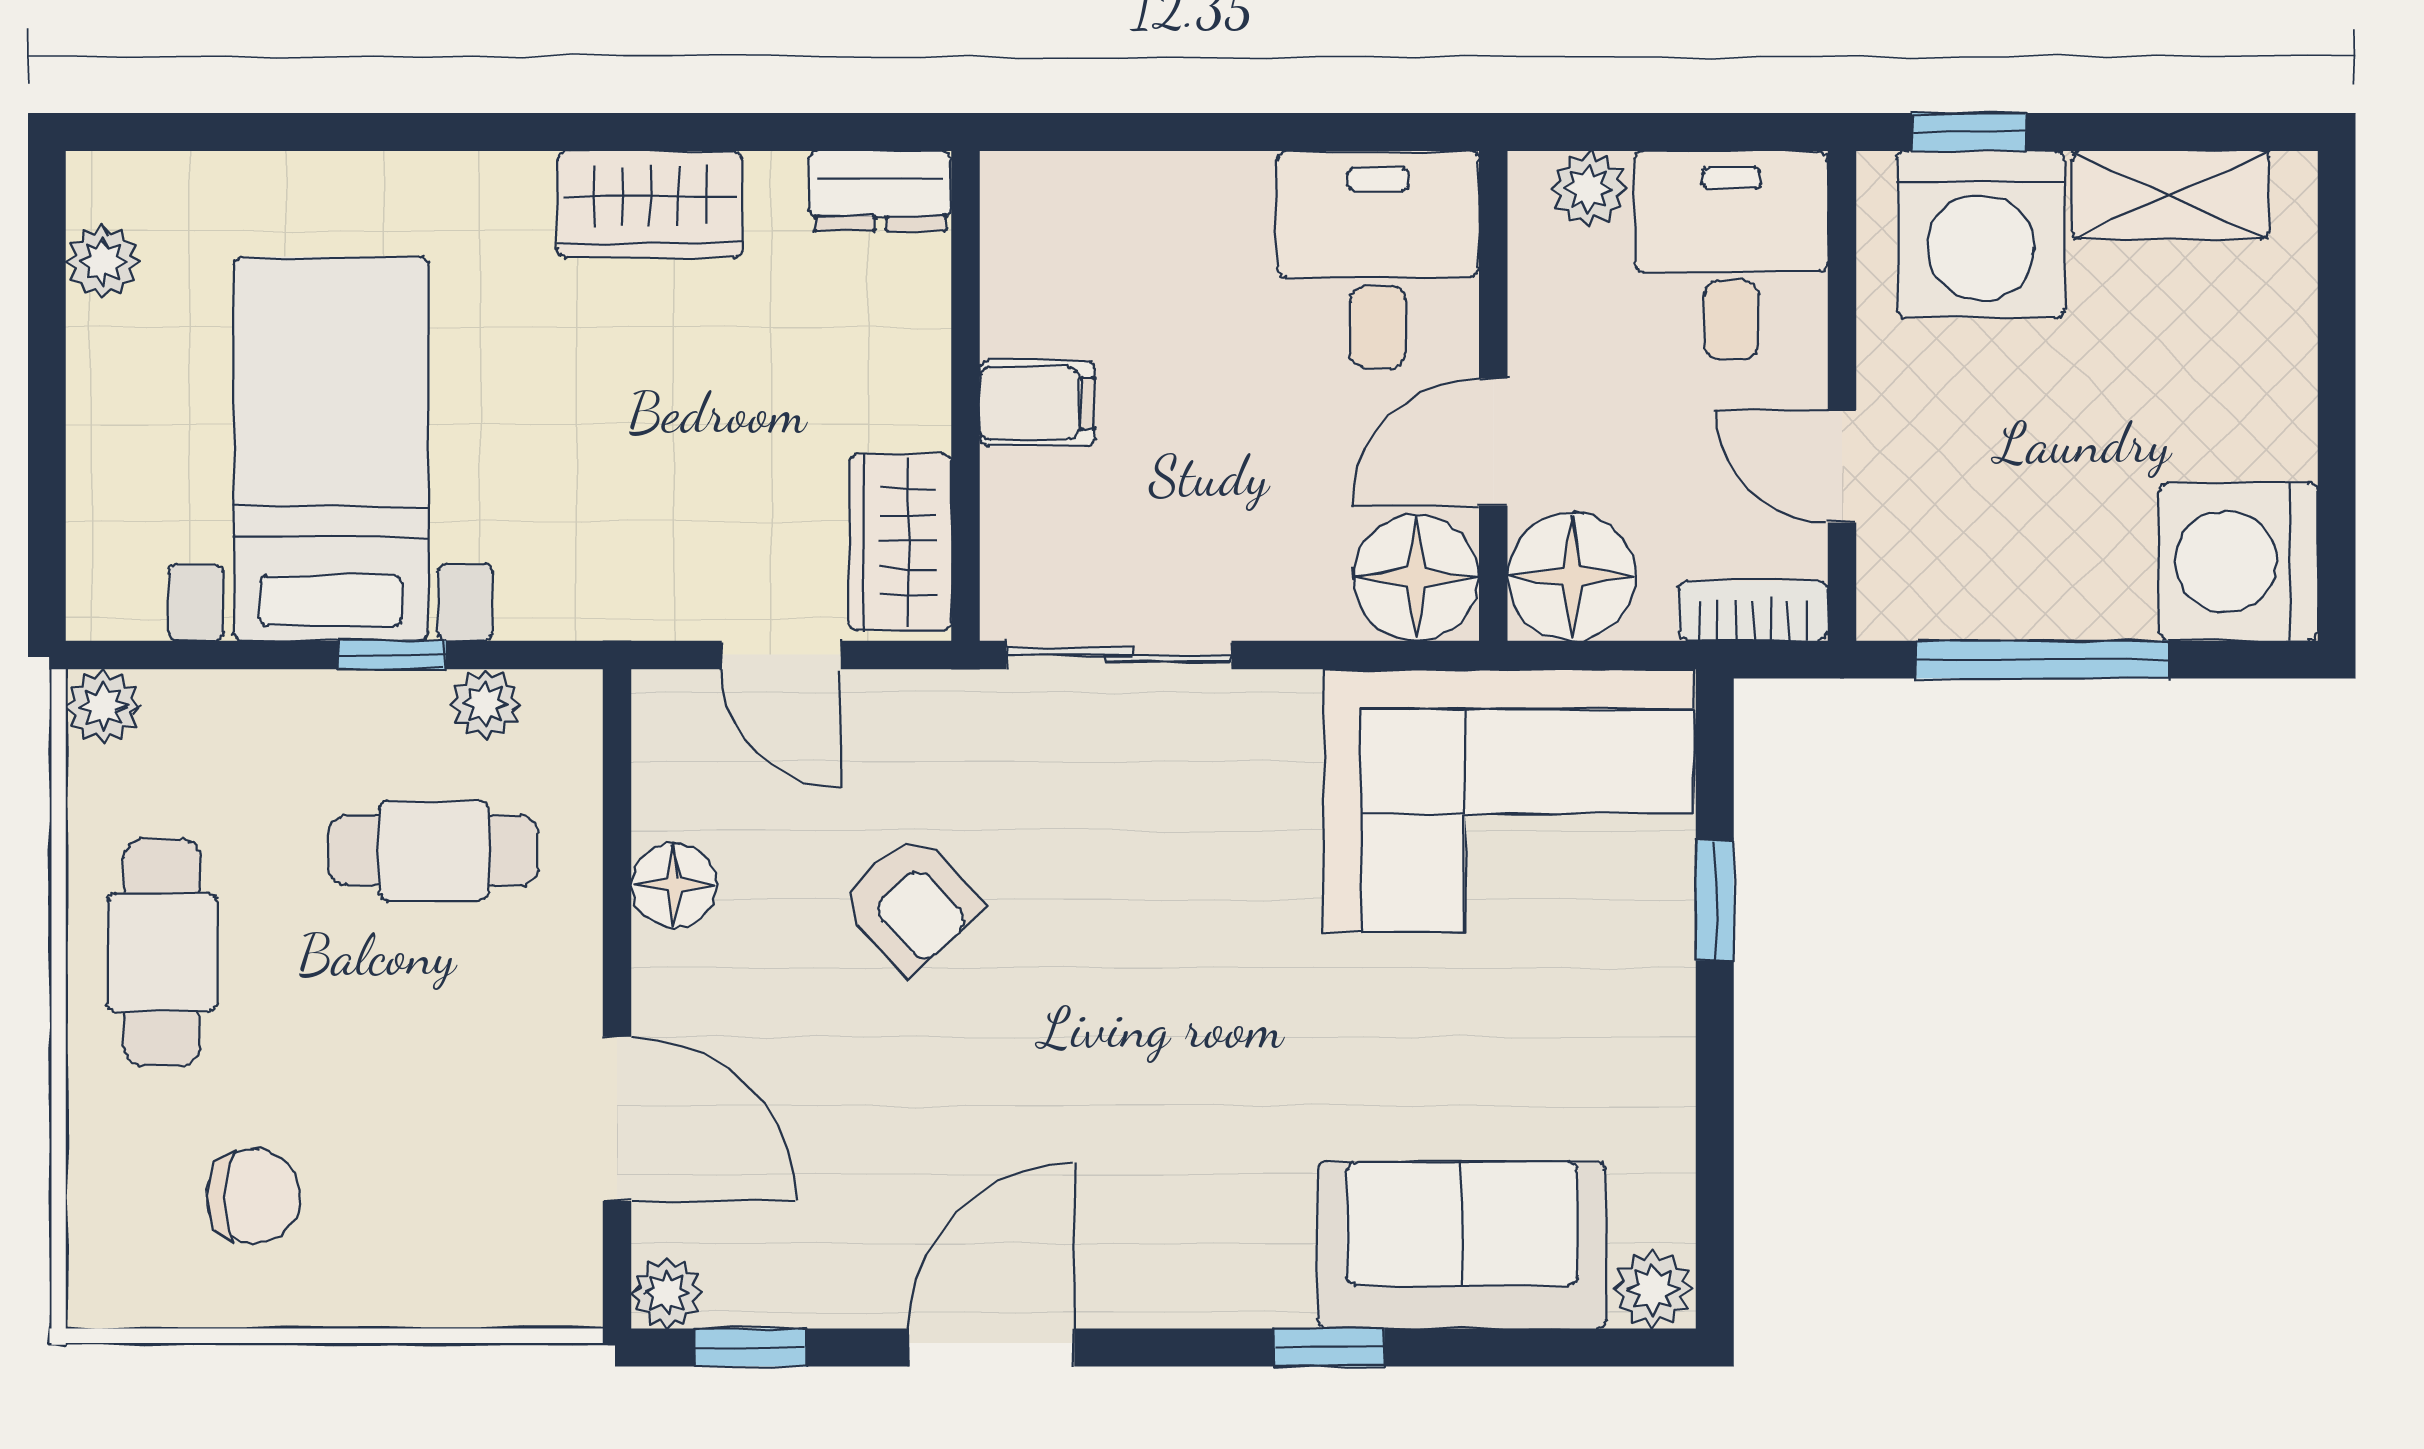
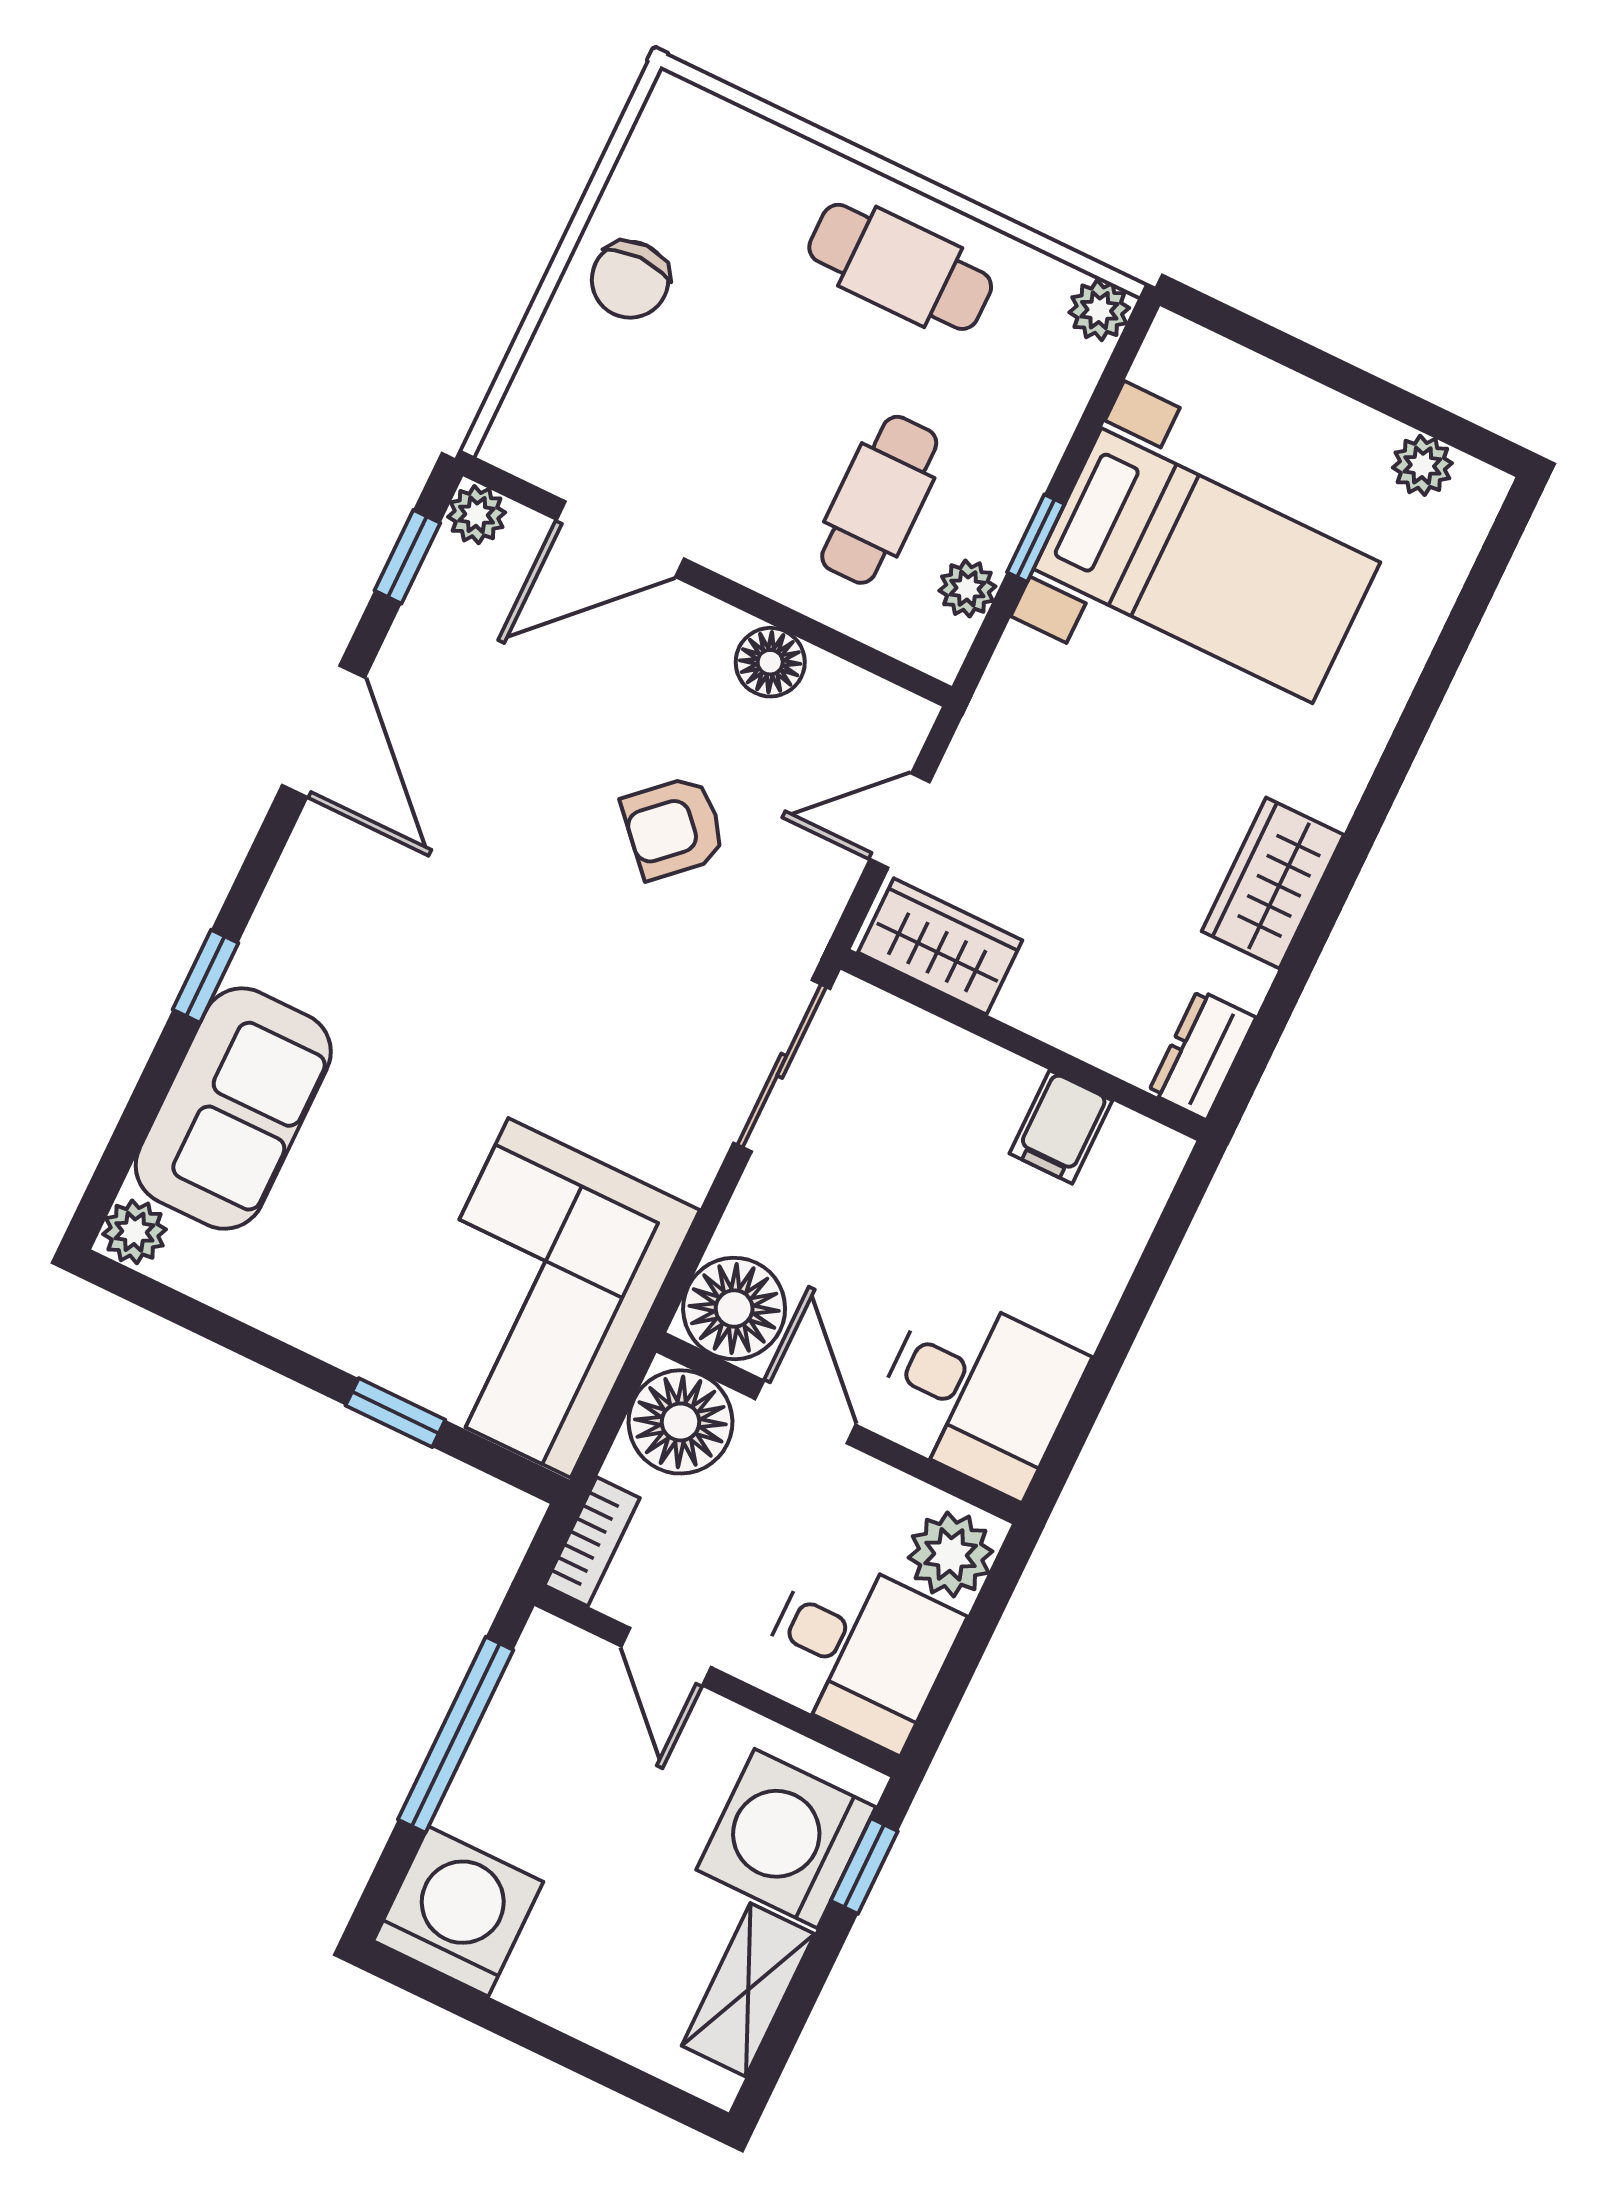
plant: (1589, 189) -> (951, 1554), width x1.38, depth x1.38
filing cabinet: (1037, 403) -> (1061, 1127), moved
door: (1842, 466) -> (666, 1657), swing flipped
chair: (253, 1196) -> (630, 280), moved

